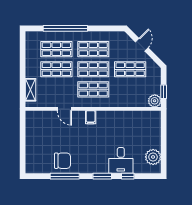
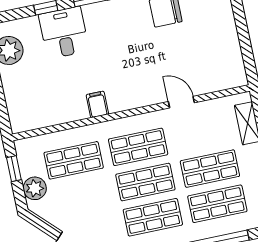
shop shelf: (130, 69) -> (74, 160), moved
plant: (155, 101) -> (35, 188), moved
filing cabinet: (91, 117) -> (97, 104), moved

